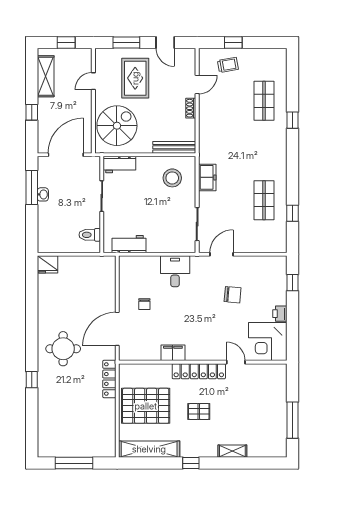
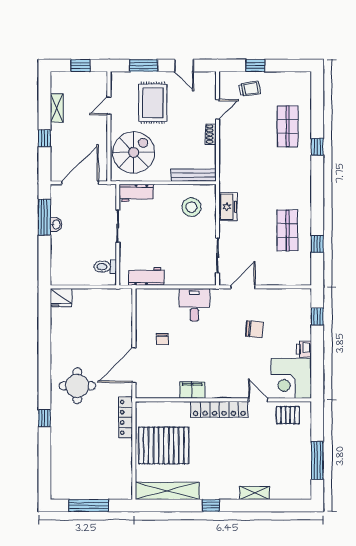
shelving: (46, 76) -> (57, 108), width x0.67, depth x0.75
pallet: (199, 411) -> (288, 415), moved

